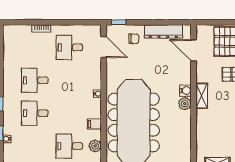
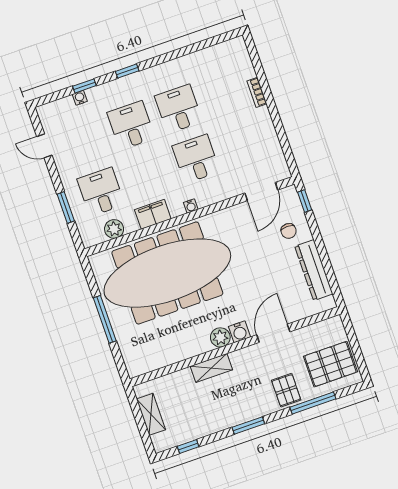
desk: (69, 47) -> (196, 159), moved
door: (194, 50) -> (273, 333), moved
shelving: (202, 96) -> (211, 368), moved
filing cabinet: (94, 124) -> (153, 214), width x2.00

